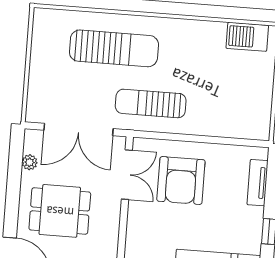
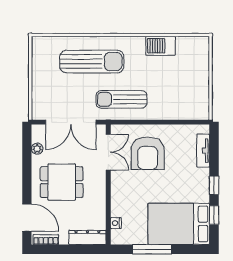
barbecue: (247, 37) -> (161, 46), moved

